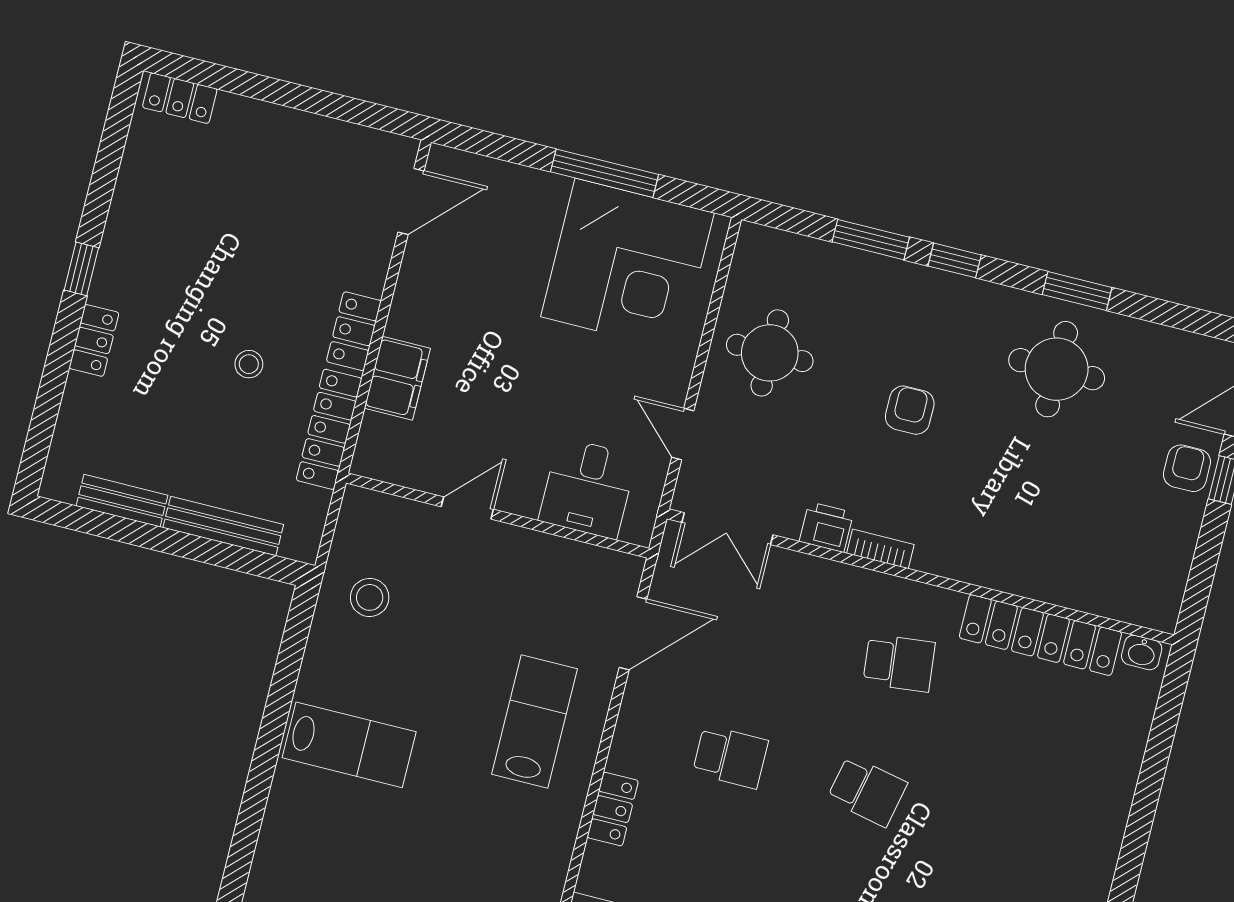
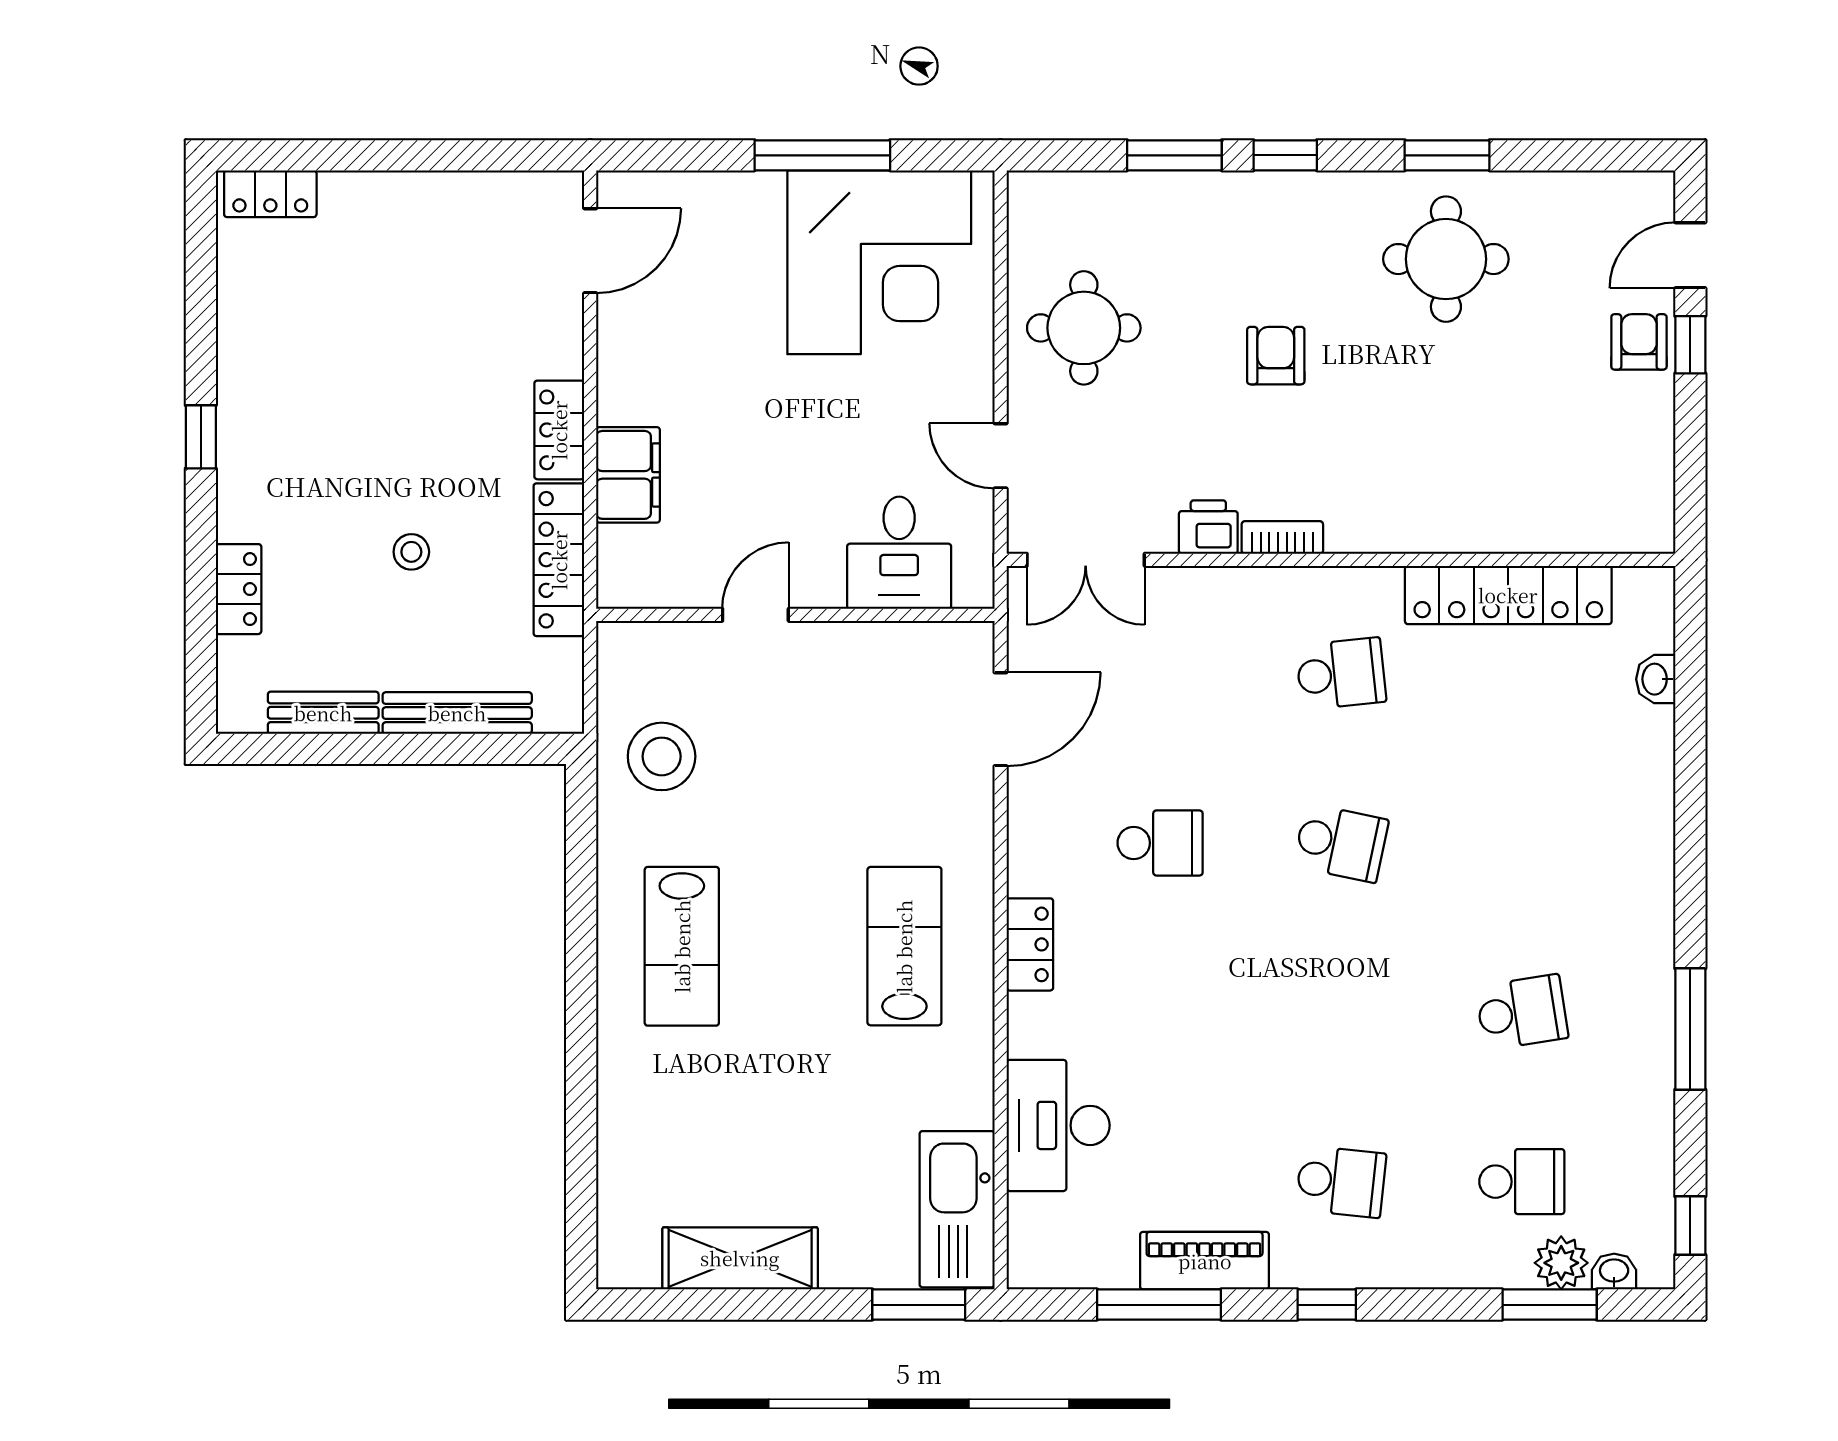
locker: (94, 340) -> (239, 589), moved
stool: (249, 364) -> (411, 552), moved
stool: (370, 597) -> (662, 756), width x1.38, depth x1.38
washbasin: (1142, 652) -> (1656, 679), moved, turned 90
lab bench: (535, 721) -> (904, 946), moved
lab bench: (349, 745) -> (682, 946), turned 90

